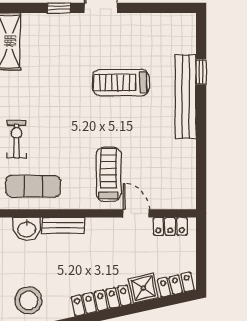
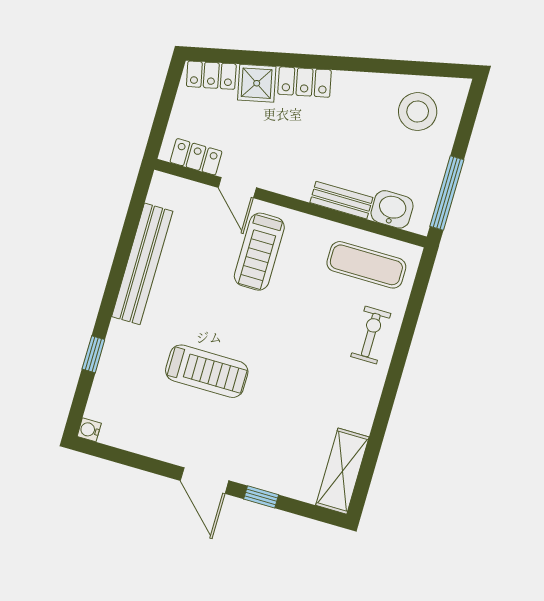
water cooler: (189, 20) -> (89, 430), added
bench: (186, 97) -> (142, 264), moved
exercise bike: (16, 139) -> (371, 335), turned 180
locker: (101, 300) -> (305, 82), width x0.66

